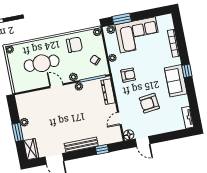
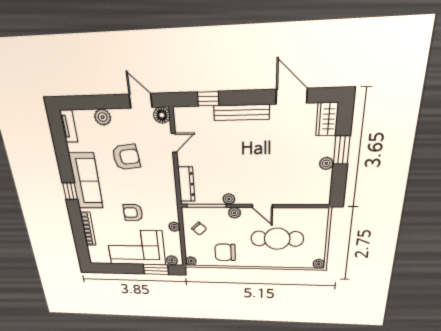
armchair: (128, 75) -> (133, 213), moved
sofa: (176, 81) -> (86, 181), width x1.36
plant: (166, 127) -> (103, 117), added

